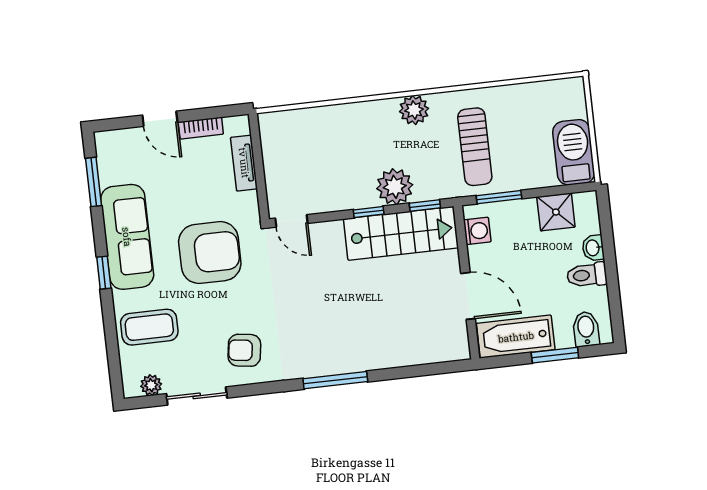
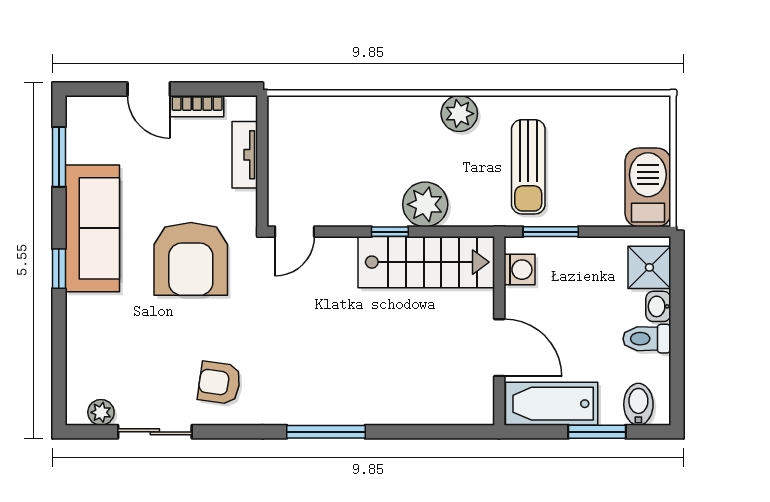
window: (425, 206) -> (459, 232), removed
shower: (556, 212) -> (649, 267), moved
door: (291, 221) -> (295, 232), hinge flipped
armchair: (210, 253) -> (191, 259), turned 90
coffee table: (149, 327) -> (107, 341), removed

